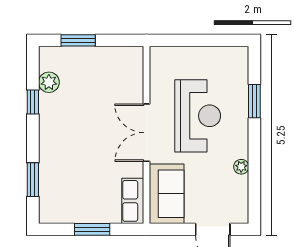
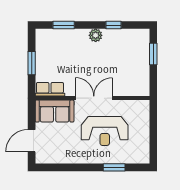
plant: (49, 82) -> (96, 35), moved
plant: (241, 167) -> (72, 159), removed

